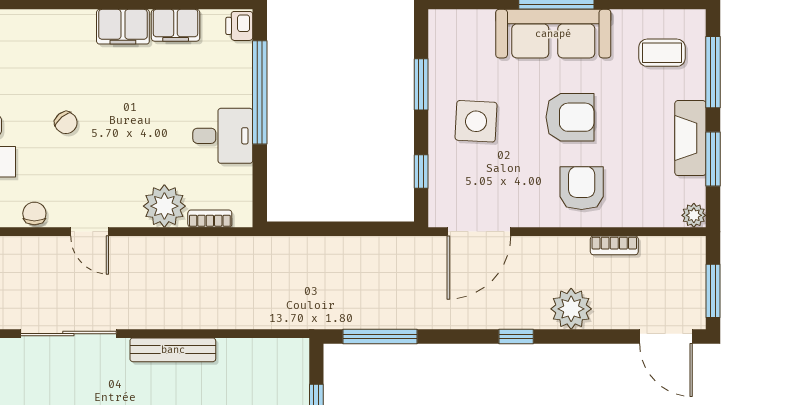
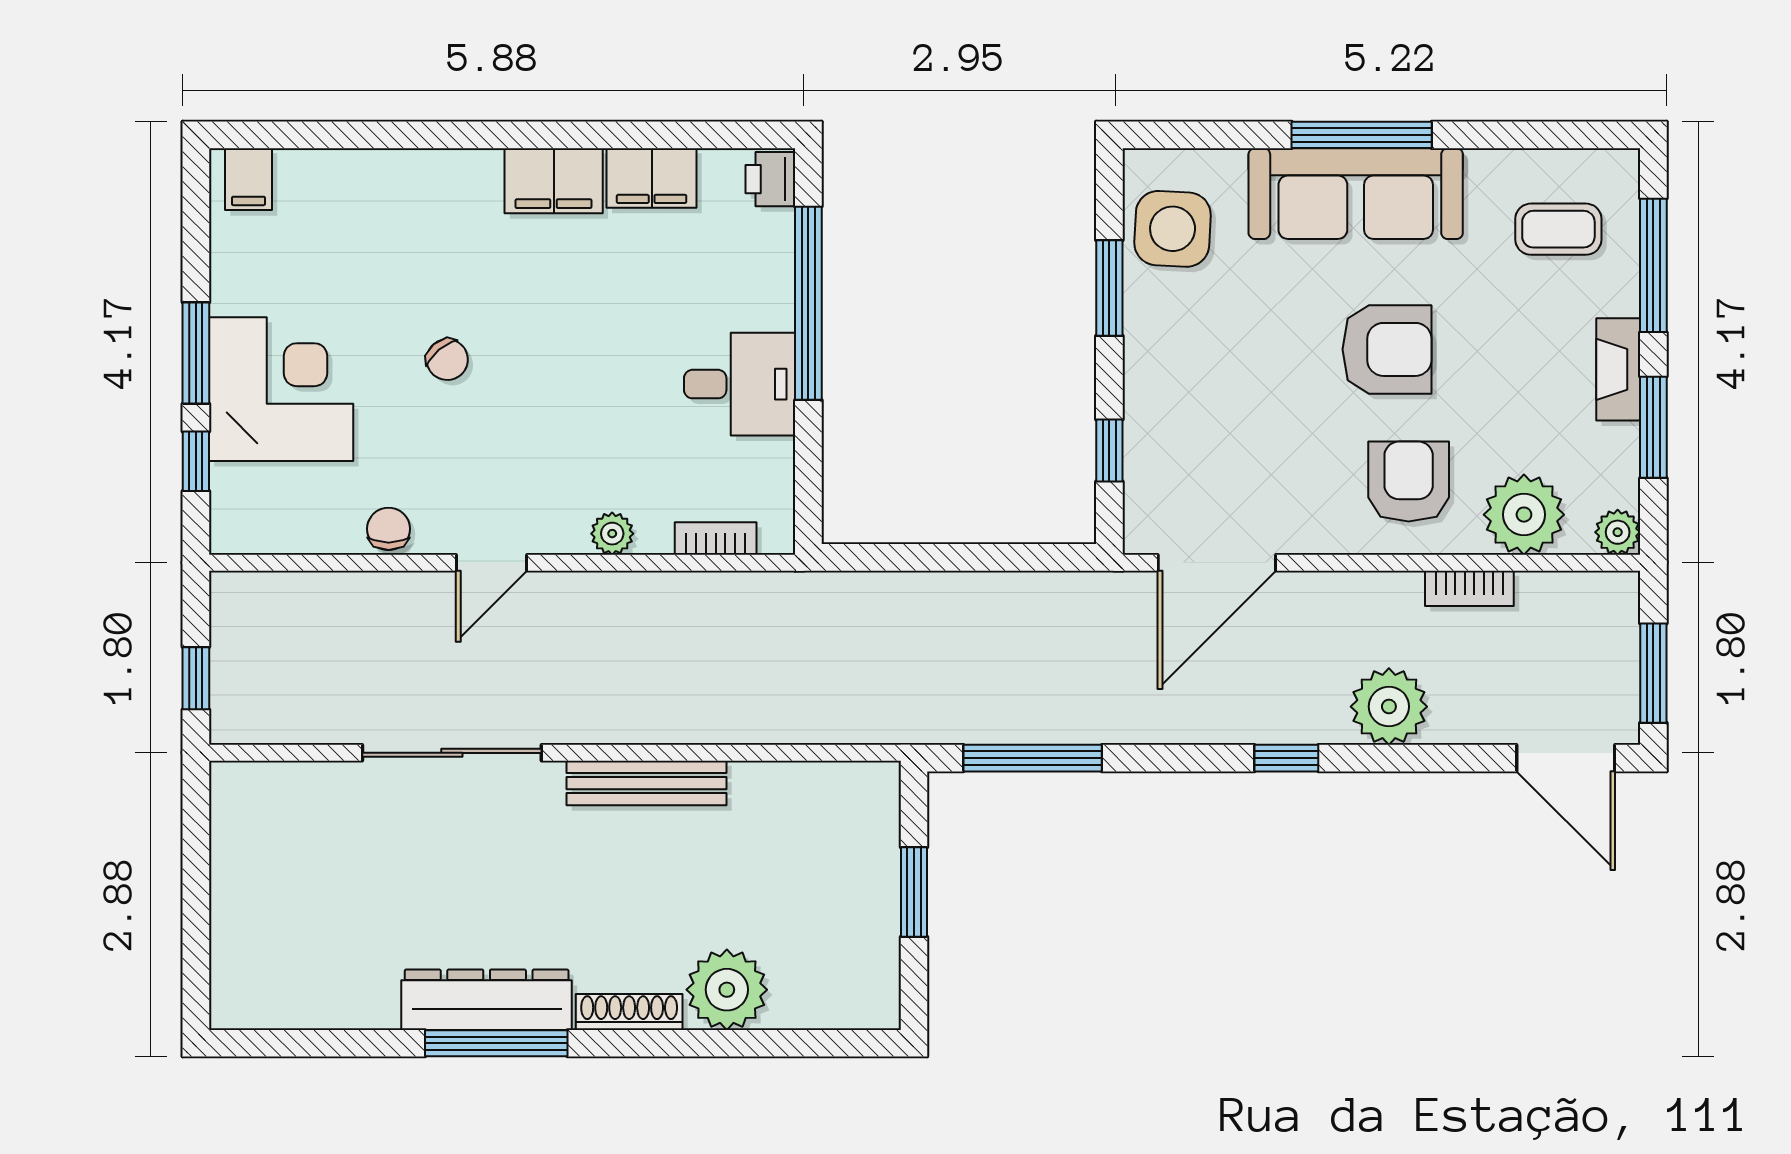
side table: (476, 121) -> (1173, 229), moved
fireplace: (690, 138) -> (1618, 369), width x0.73, depth x0.76
plant: (164, 206) -> (612, 534), width x0.53, depth x0.53
plant: (644, 206) -> (1524, 515), added
door: (90, 232) -> (491, 563), hinge flipped

